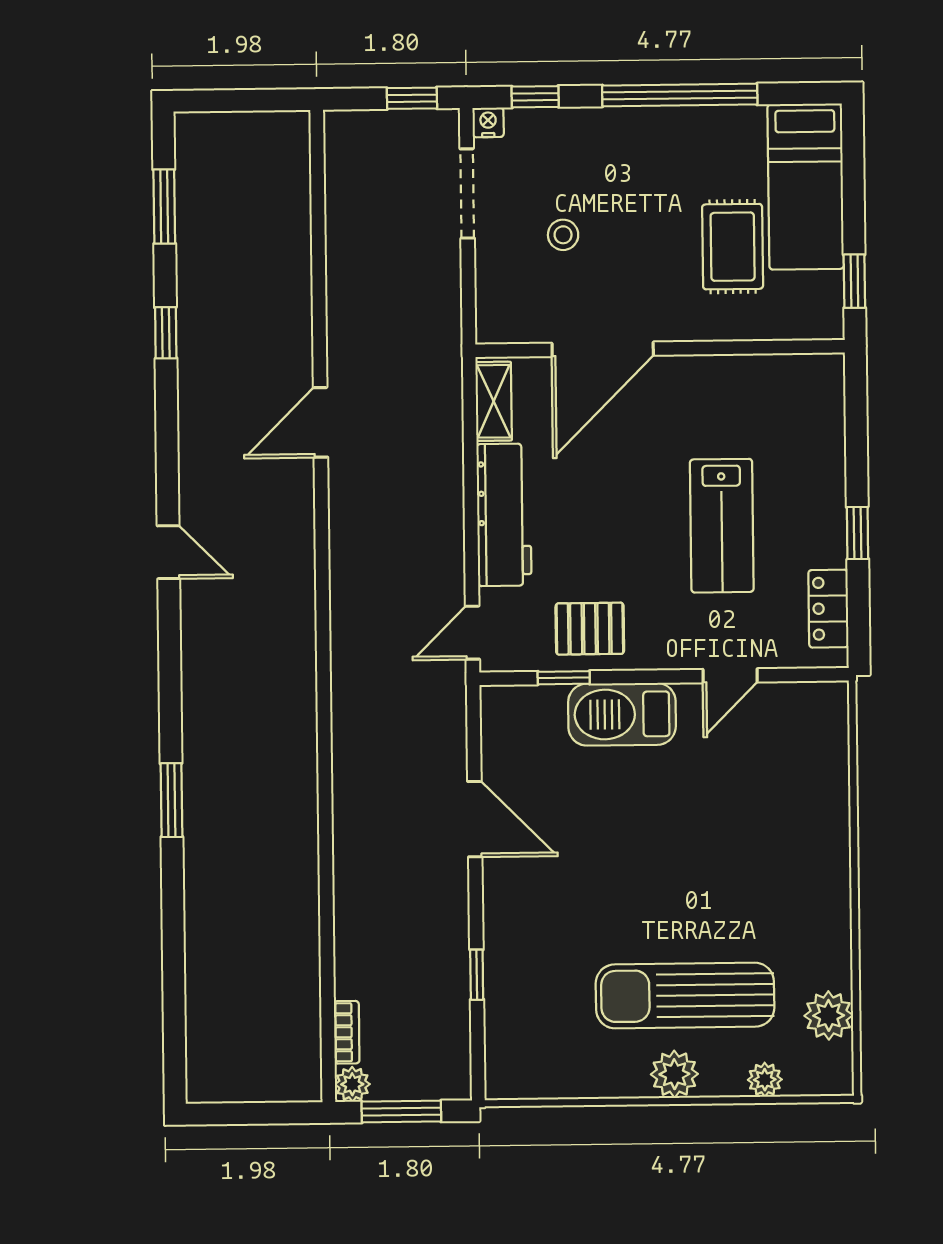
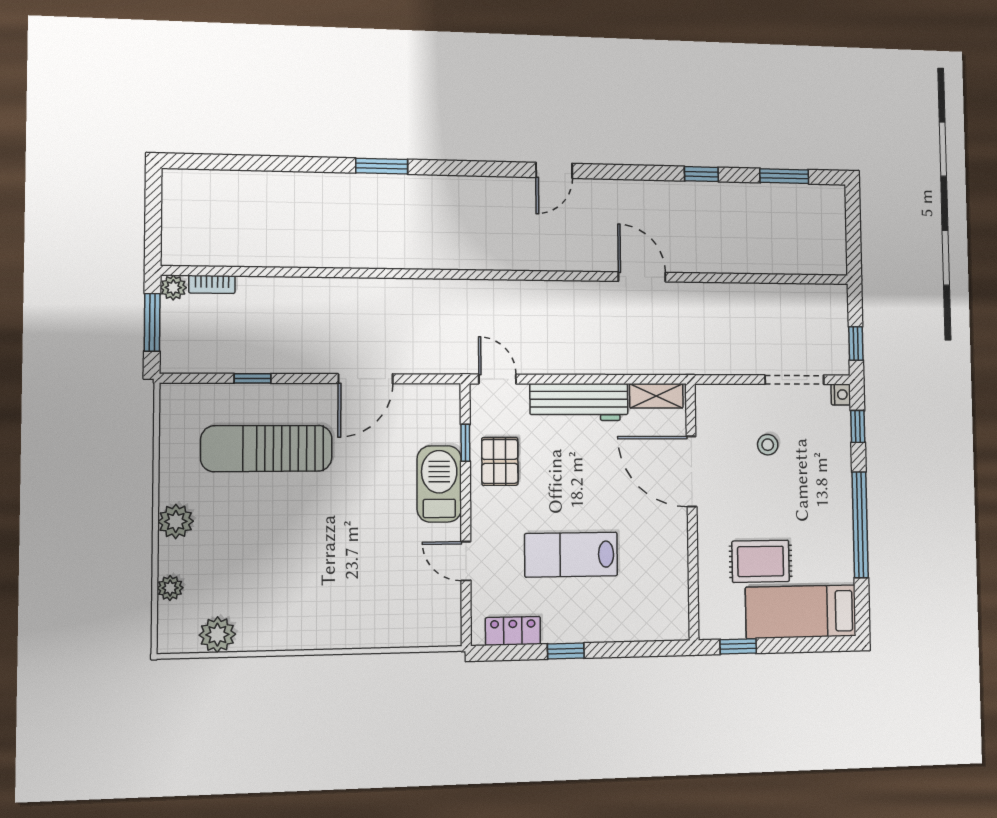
sun lounger: (685, 996) -> (267, 448), moved, turned -90

